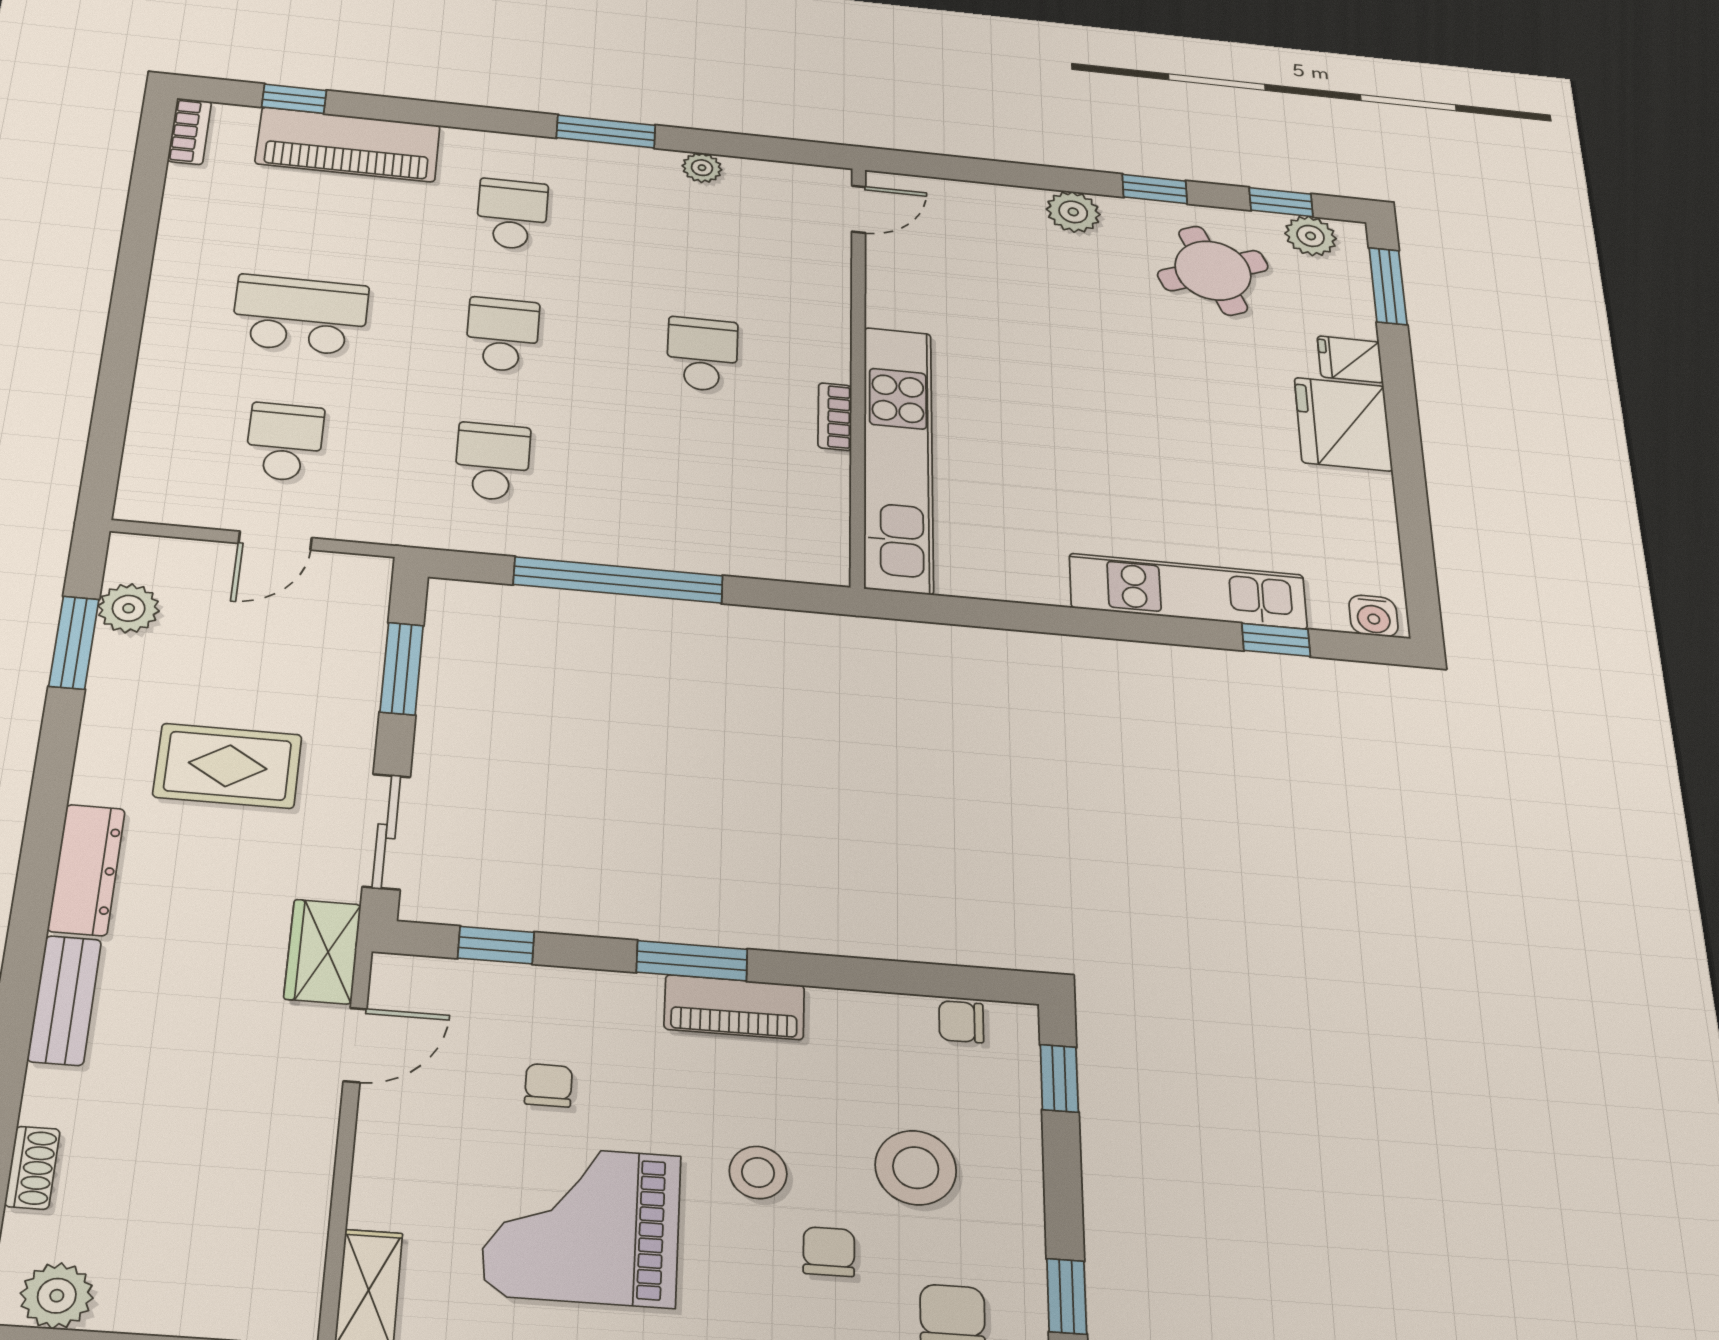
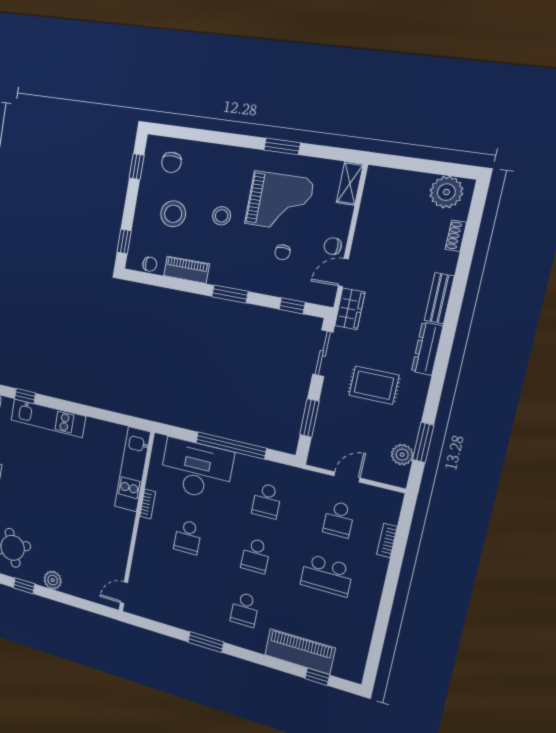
bookcase: (190, 131) -> (387, 540), moved
plant: (702, 168) -> (175, 620), removed
kitchen unit: (898, 458) -> (132, 469), width x0.73
desk: (709, 513) -> (196, 469), added
piano: (734, 1007) -> (187, 270), moved
chair: (829, 1252) -> (333, 246), moved, turned 90
plant: (57, 1296) -> (446, 192), width x1.36, depth x1.36

